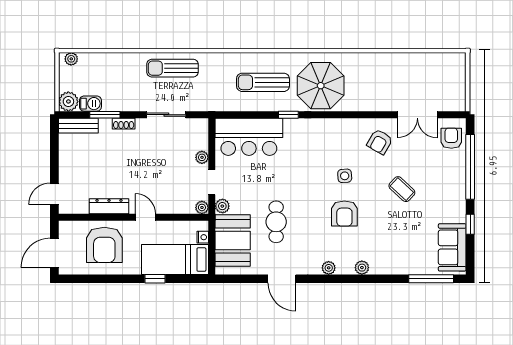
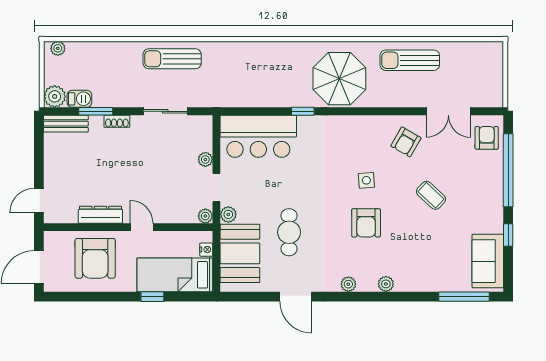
sun lounger: (263, 82) -> (410, 60), moved

